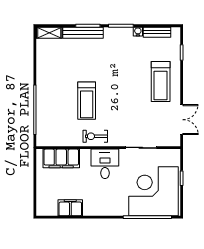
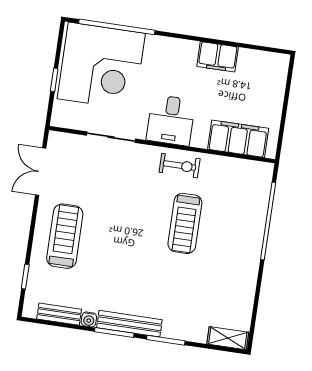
bench: (83, 33) -> (129, 324), moved
treadmill: (87, 101) -> (185, 223), turned 180
filing cabinet: (70, 208) -> (218, 57), moved

